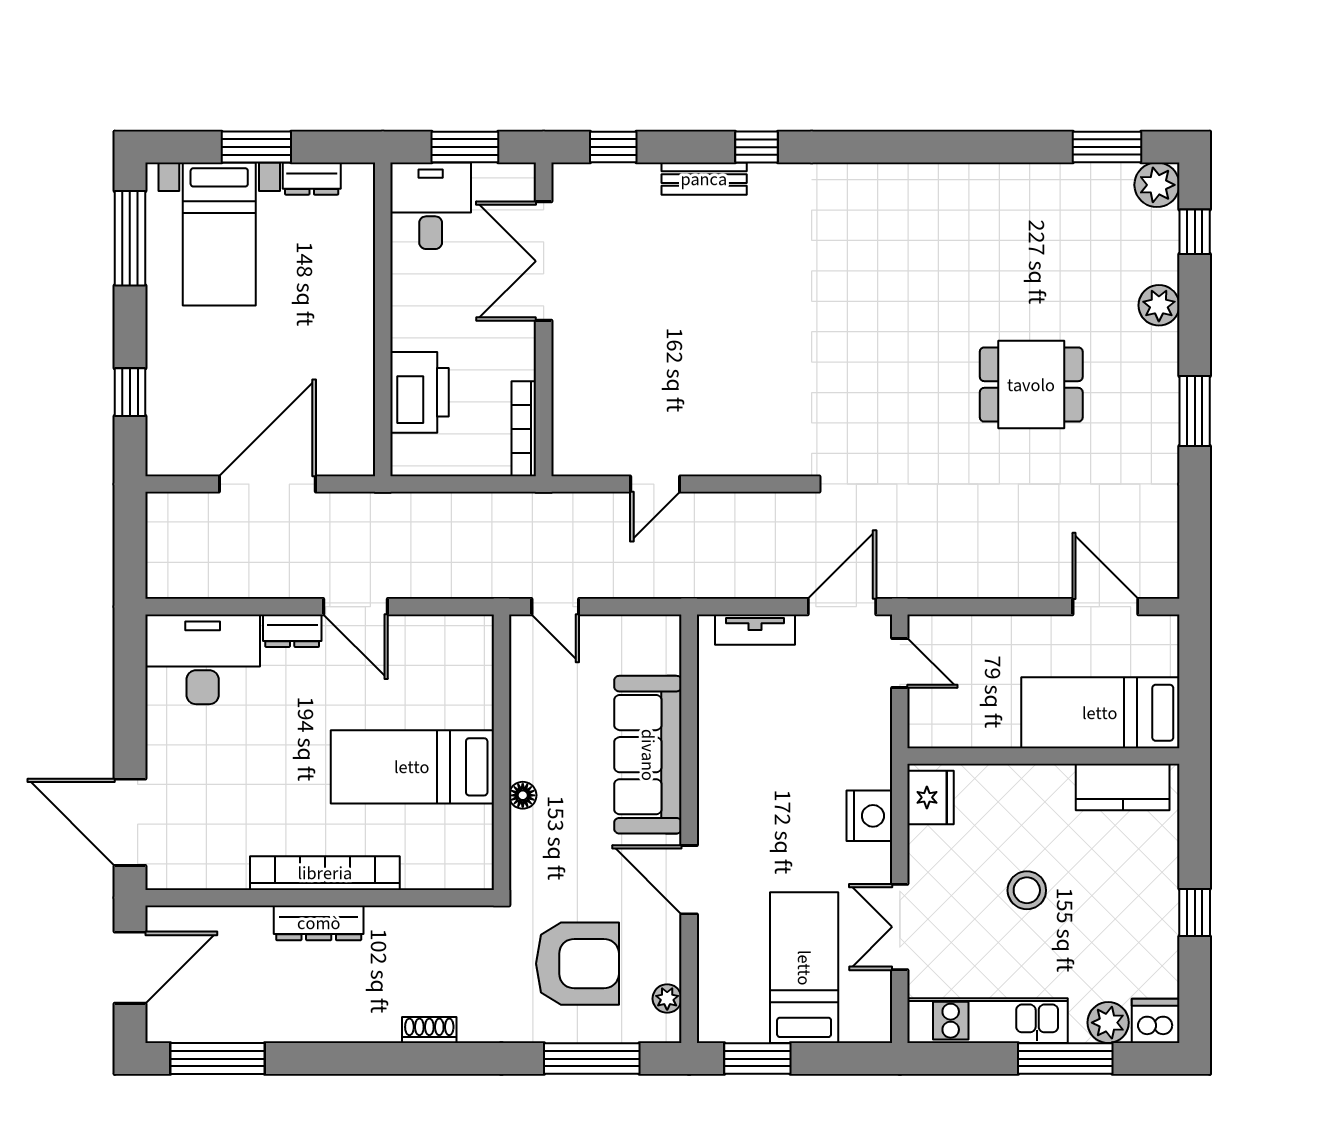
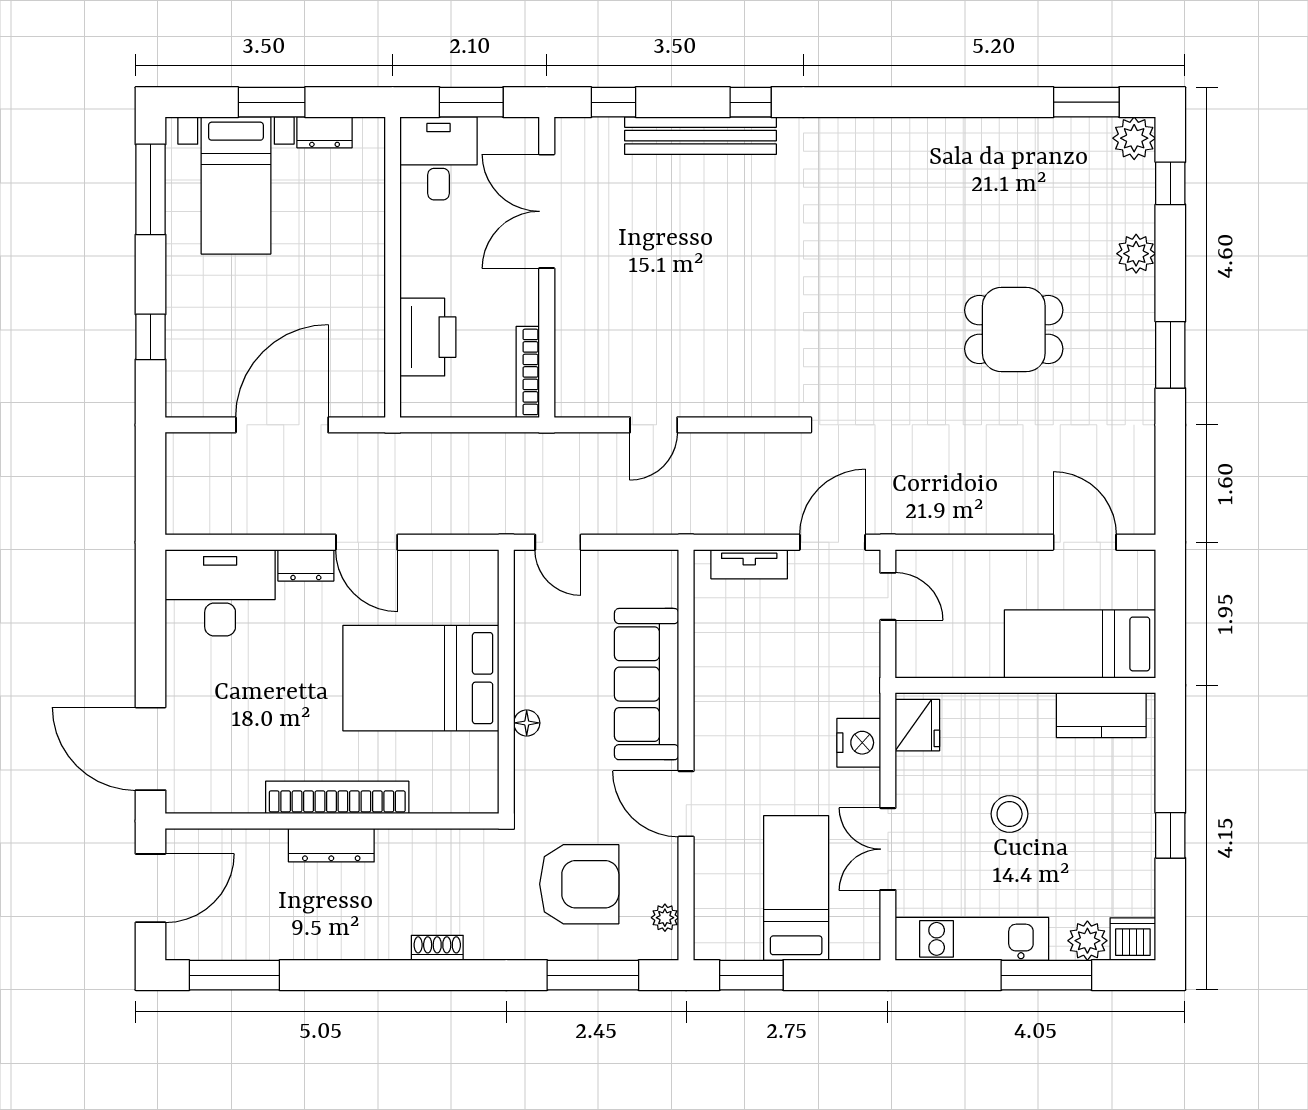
bench: (704, 179) -> (701, 136), width x1.86, depth x1.21
bed: (412, 767) -> (421, 678), width x1.50

